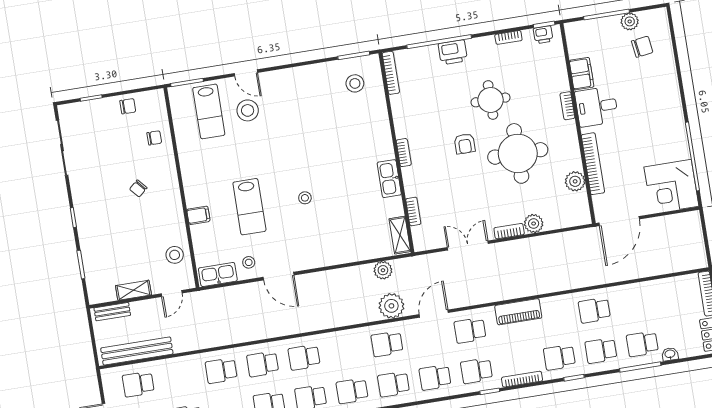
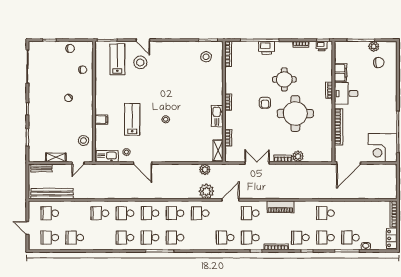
lab bench: (209, 111) -> (117, 59), turned 180
plant: (575, 181) -> (326, 135), removed
lab bench: (249, 207) -> (132, 119), turned 180
school desk: (394, 384) -> (175, 213), moved

